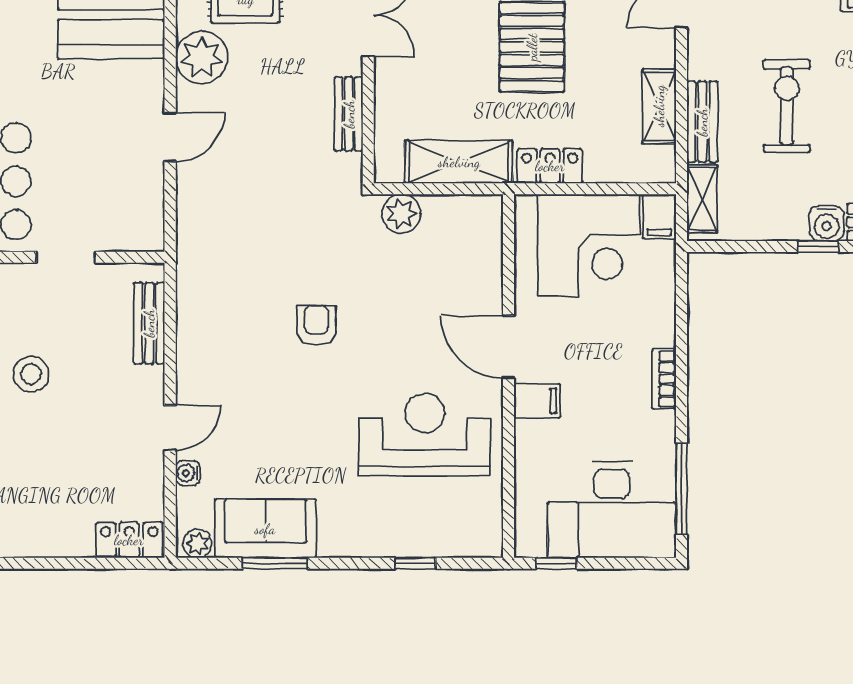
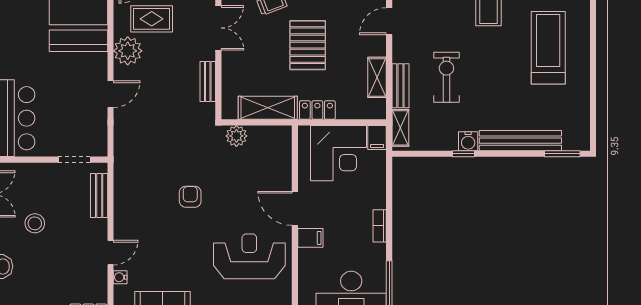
doorway: (66, 257) -> (74, 160), moved

